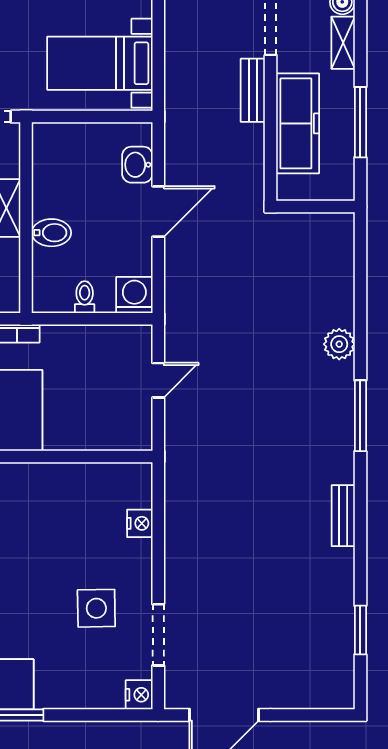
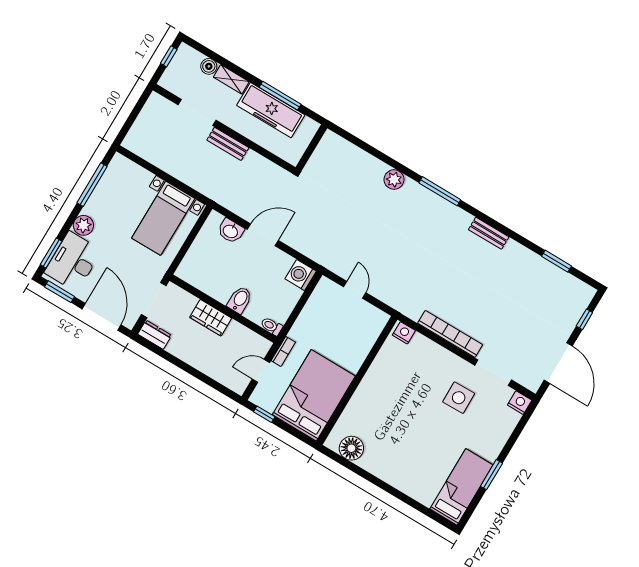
freezer: (298, 123) -> (271, 110), moved, turned 180
door: (158, 211) -> (263, 235), hinge flipped
toilet: (85, 297) -> (272, 326), moved
nightstand: (140, 523) -> (404, 333), moved
bookcase: (176, 545) -> (450, 334), added
window: (304, 715) -> (584, 319), added

